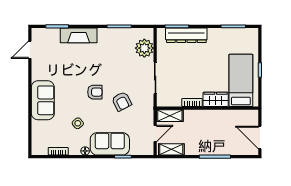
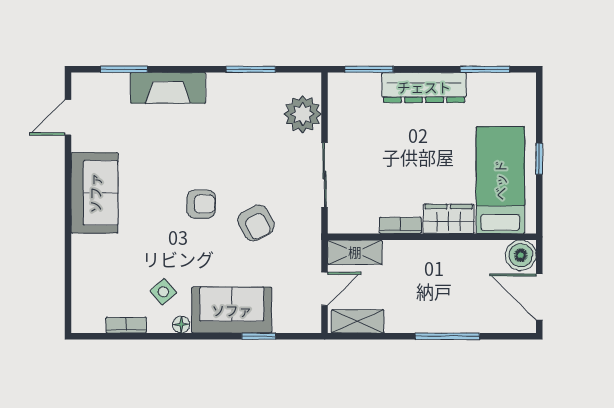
dresser: (186, 35) -> (424, 87), moved
sofa: (43, 100) -> (95, 193), moved
boiler: (251, 117) -> (521, 255), added
side table: (78, 123) -> (163, 292), moved

